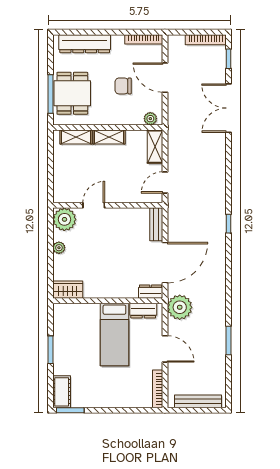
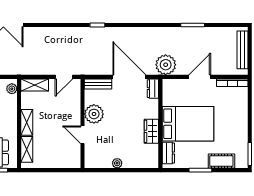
door: (165, 182) -> (64, 77), hinge flipped
plant: (64, 219) -> (94, 114), moved
wardrobe: (68, 290) -> (151, 131), moved
dresser: (143, 311) -> (168, 153), moved
bed: (114, 335) -> (188, 124), width x1.50
cot: (62, 392) -> (221, 161), moved

